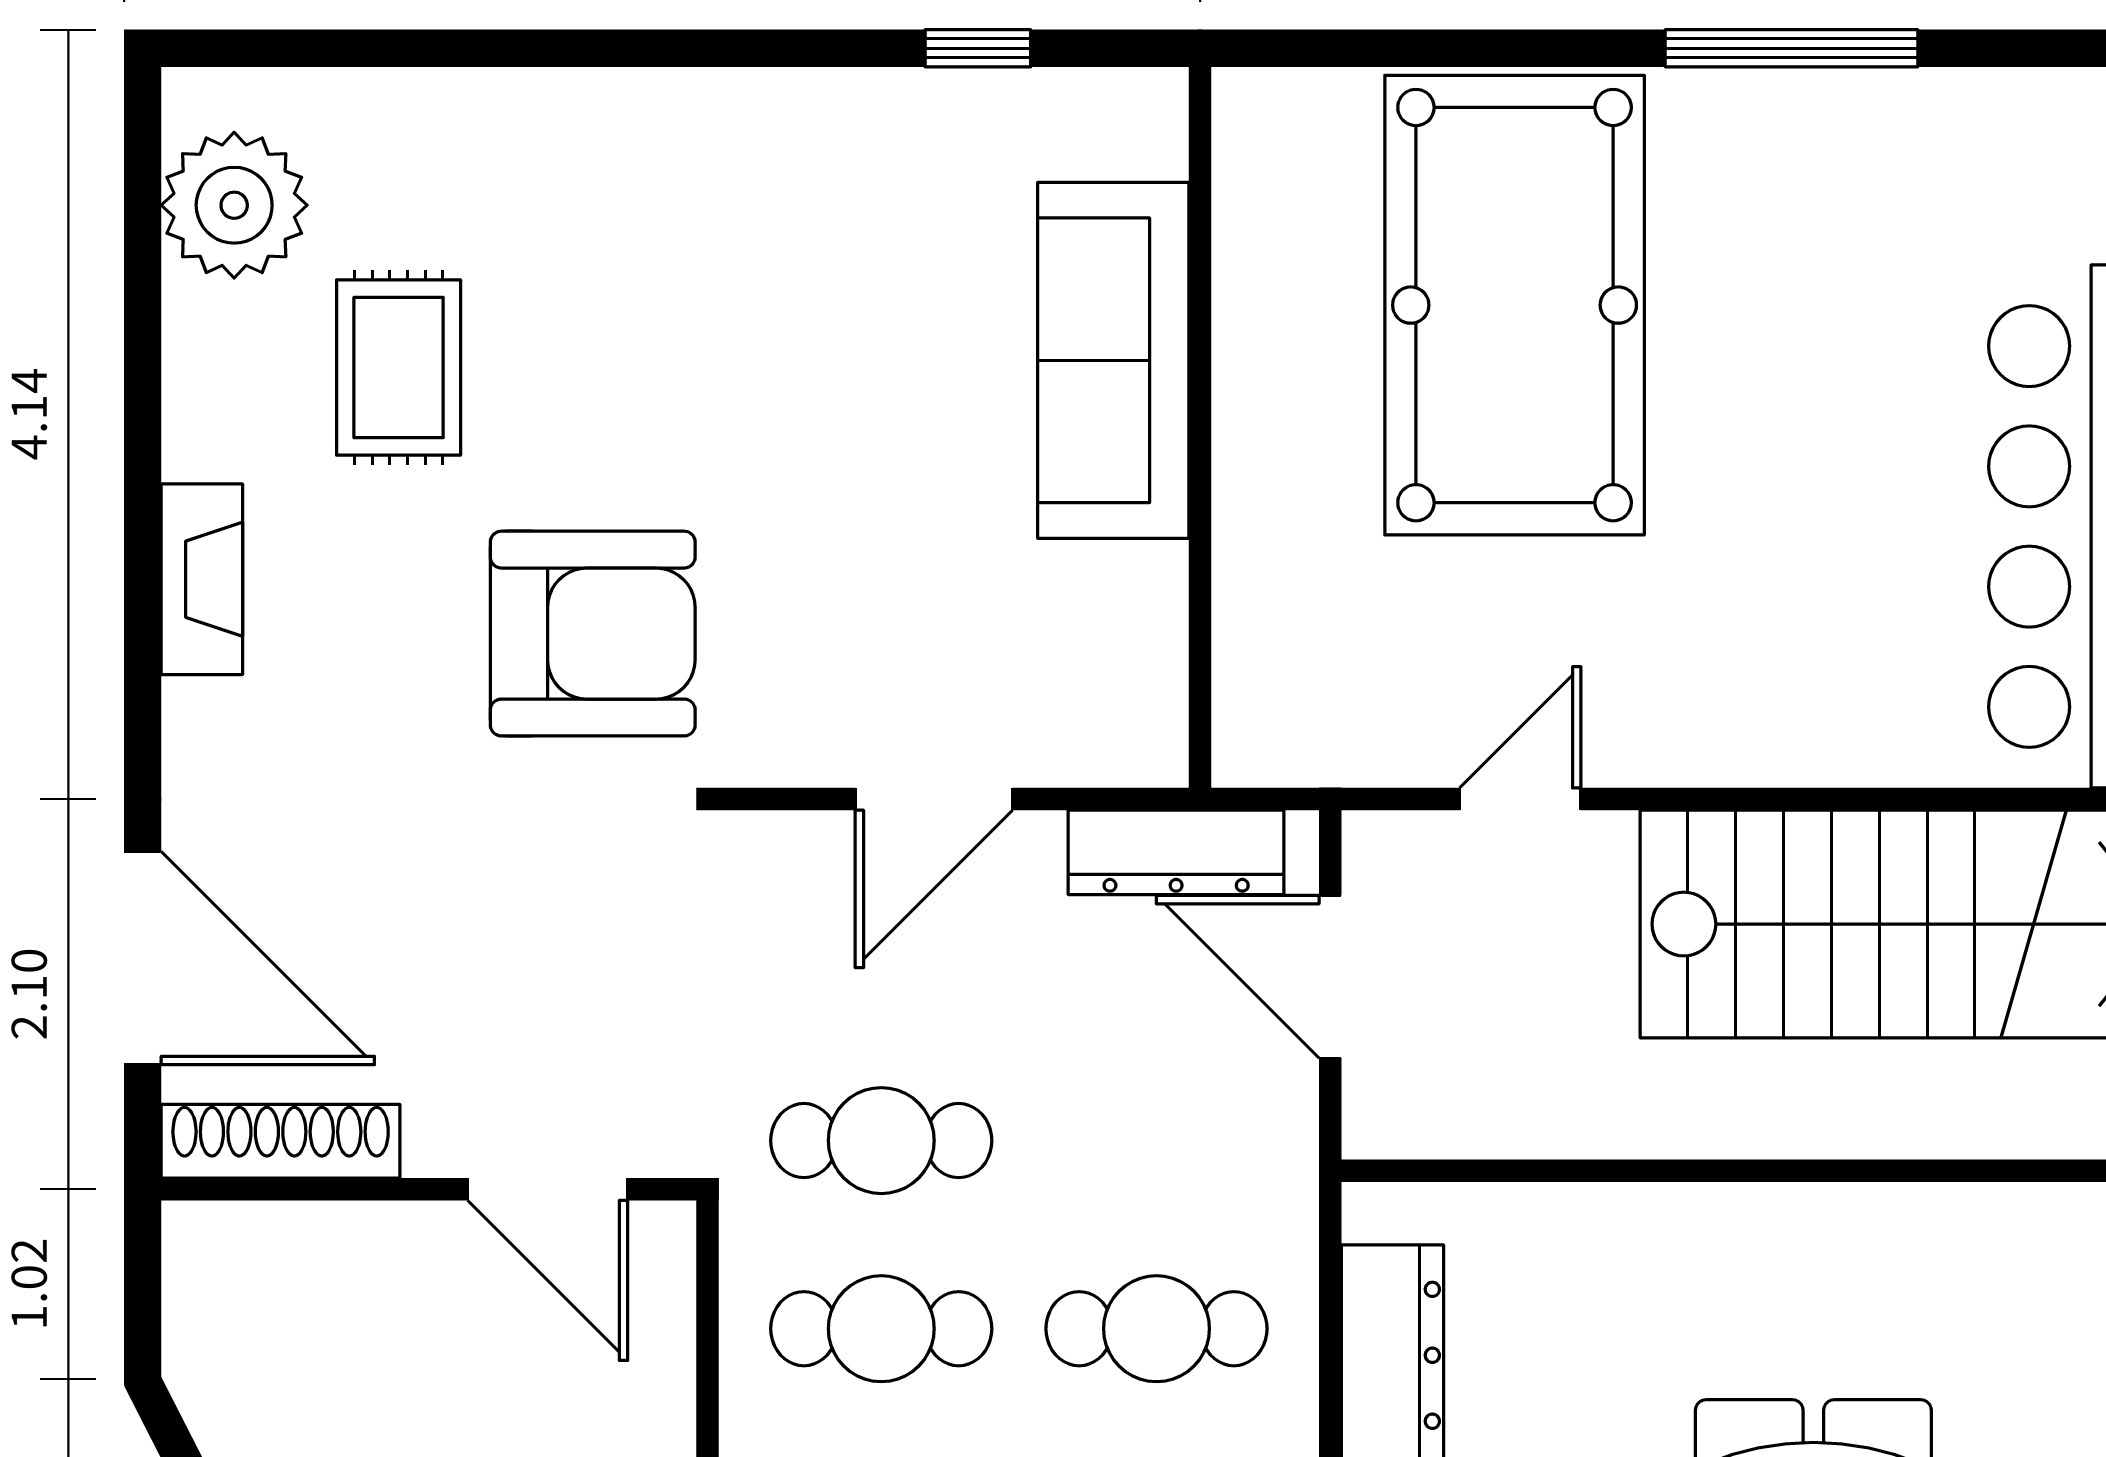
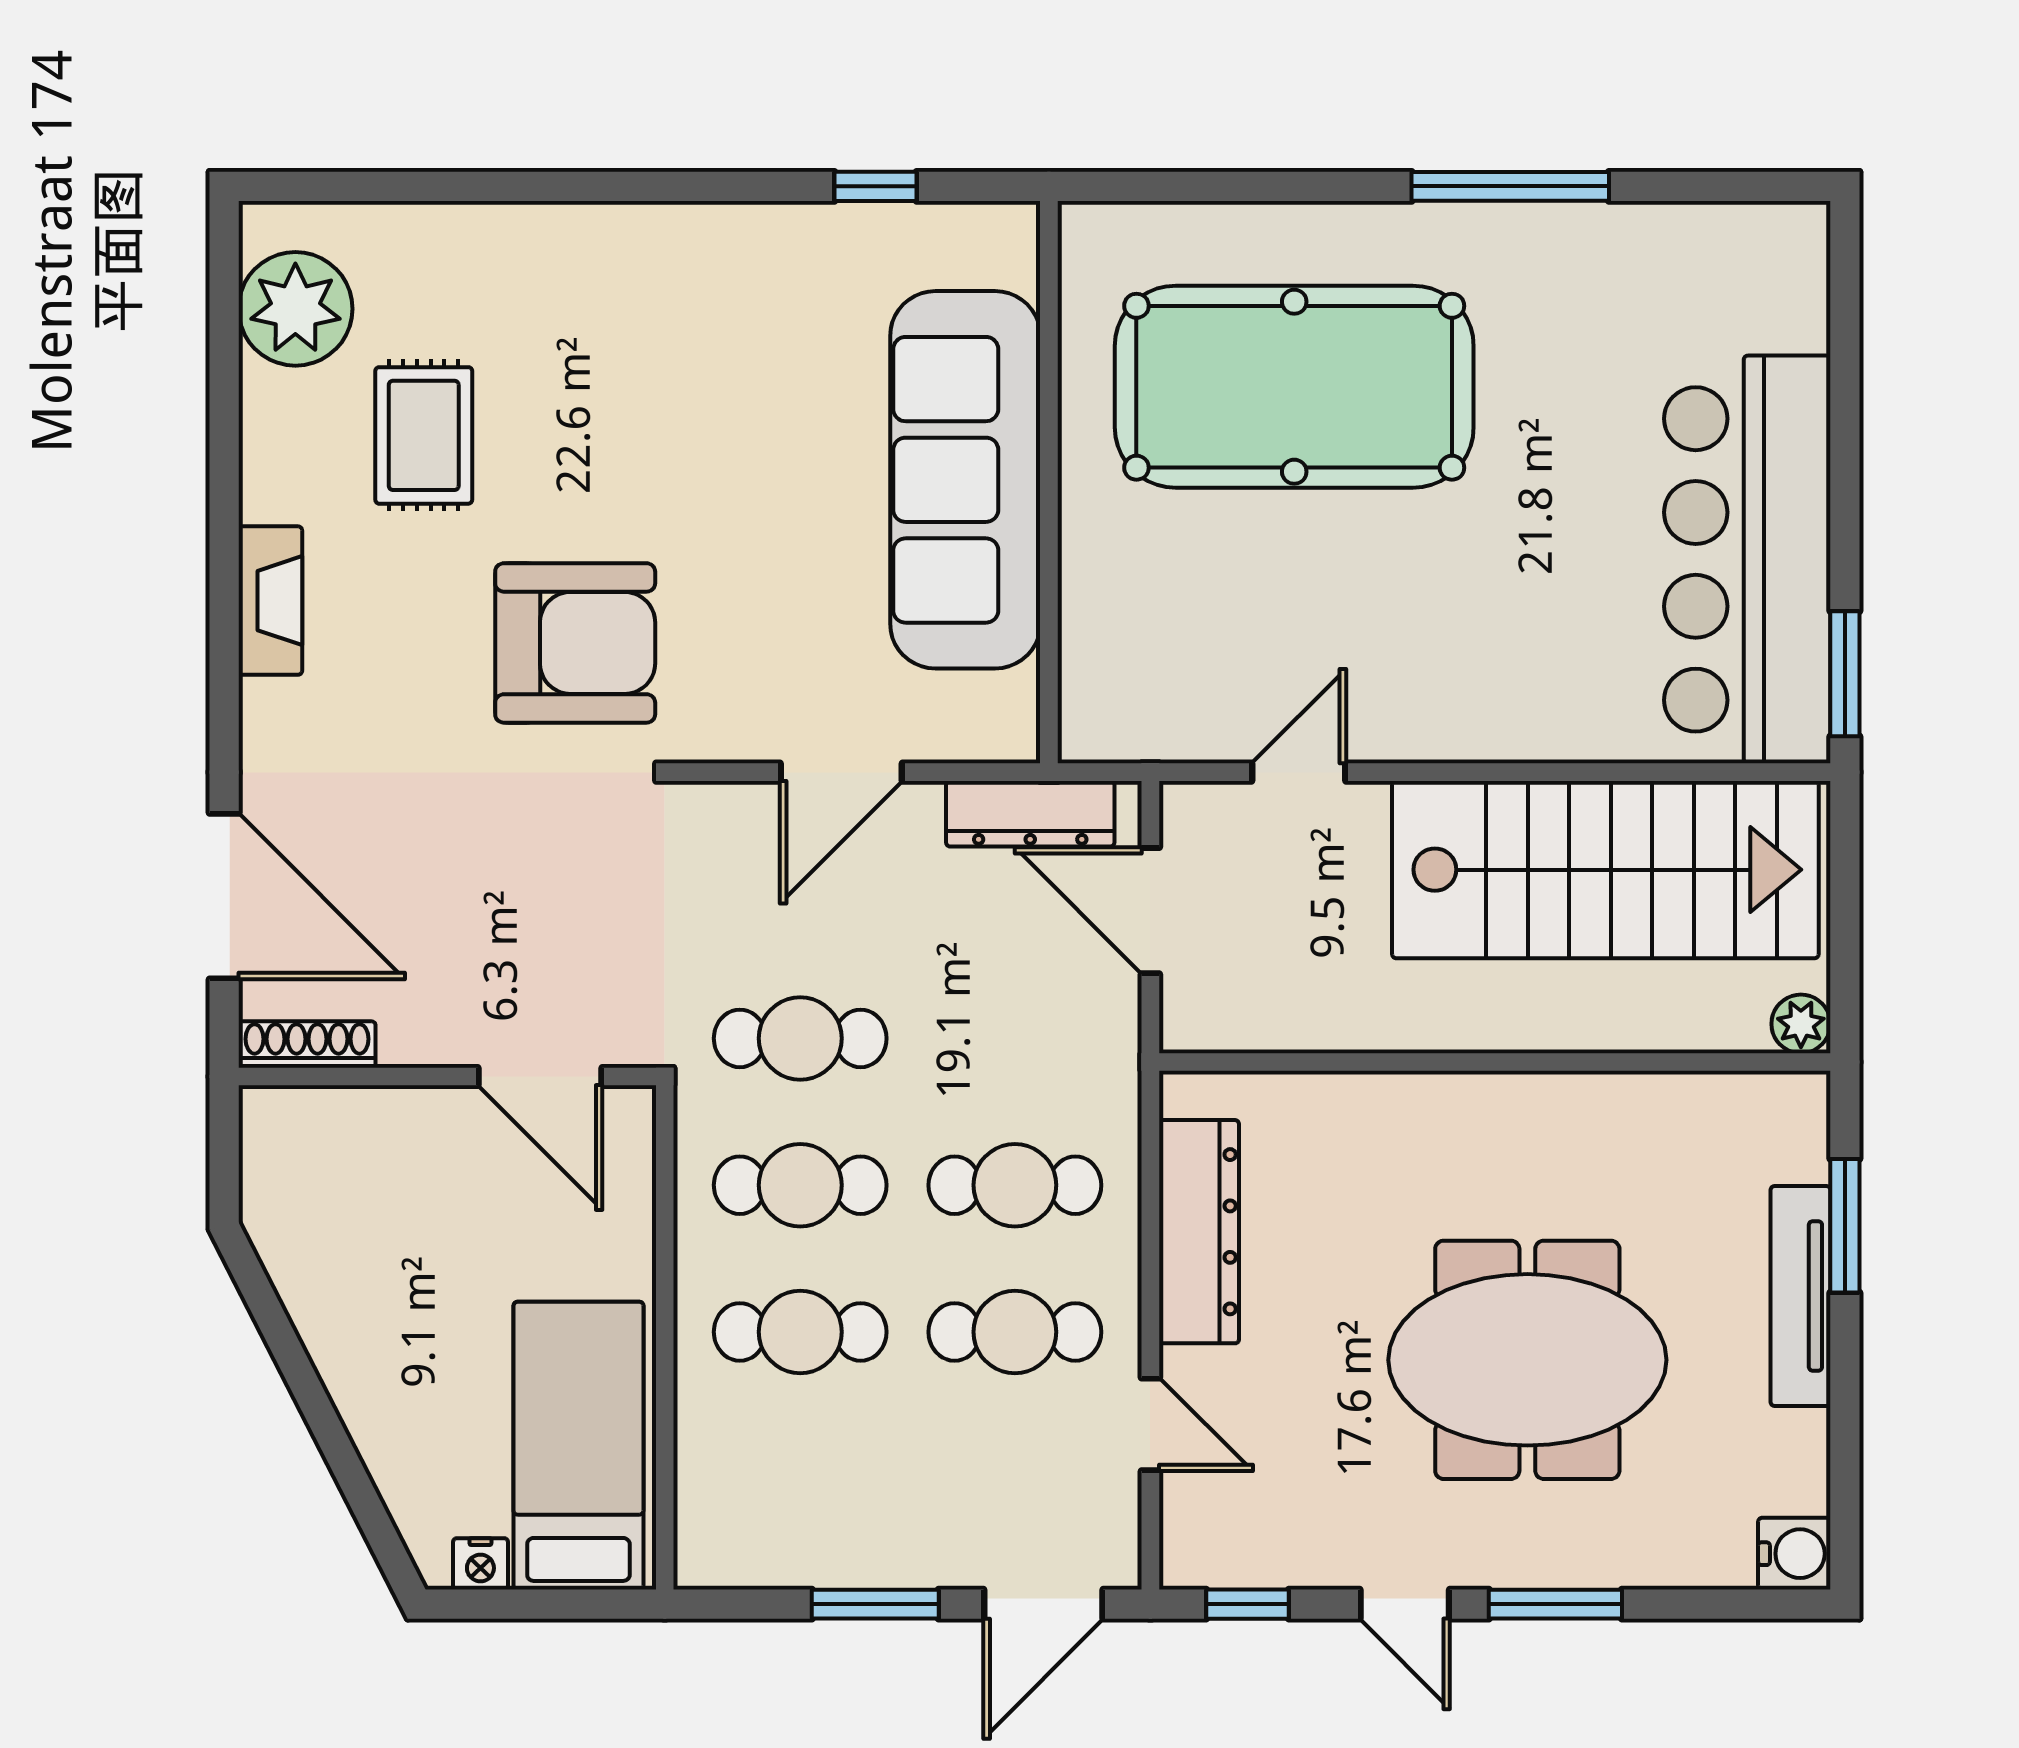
pool table: (1515, 305) -> (1294, 387), turned 90
sofa: (1113, 360) -> (965, 480), width x1.36, depth x1.27
shoe rack: (281, 1141) -> (307, 1045), width x0.74, depth x0.81

